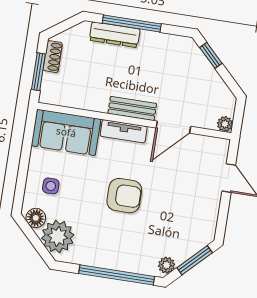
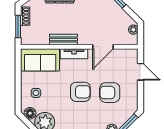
bench: (132, 108) -> (64, 39), moved
plant: (225, 124) -> (133, 30), moved
armchair: (173, 204) -> (110, 93), added

